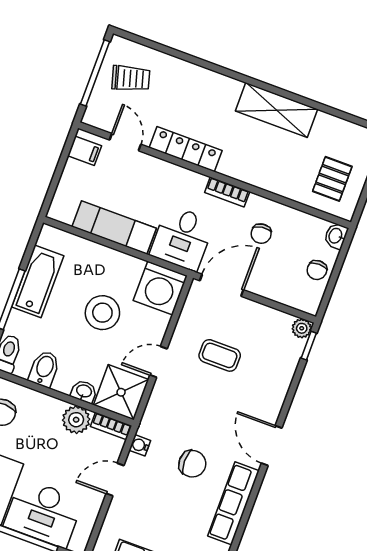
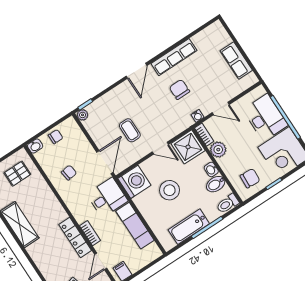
bookcase: (227, 192) -> (90, 233), moved
door: (222, 285) -> (105, 162), swing flipped
washbasin: (84, 391) -> (211, 169), moved

